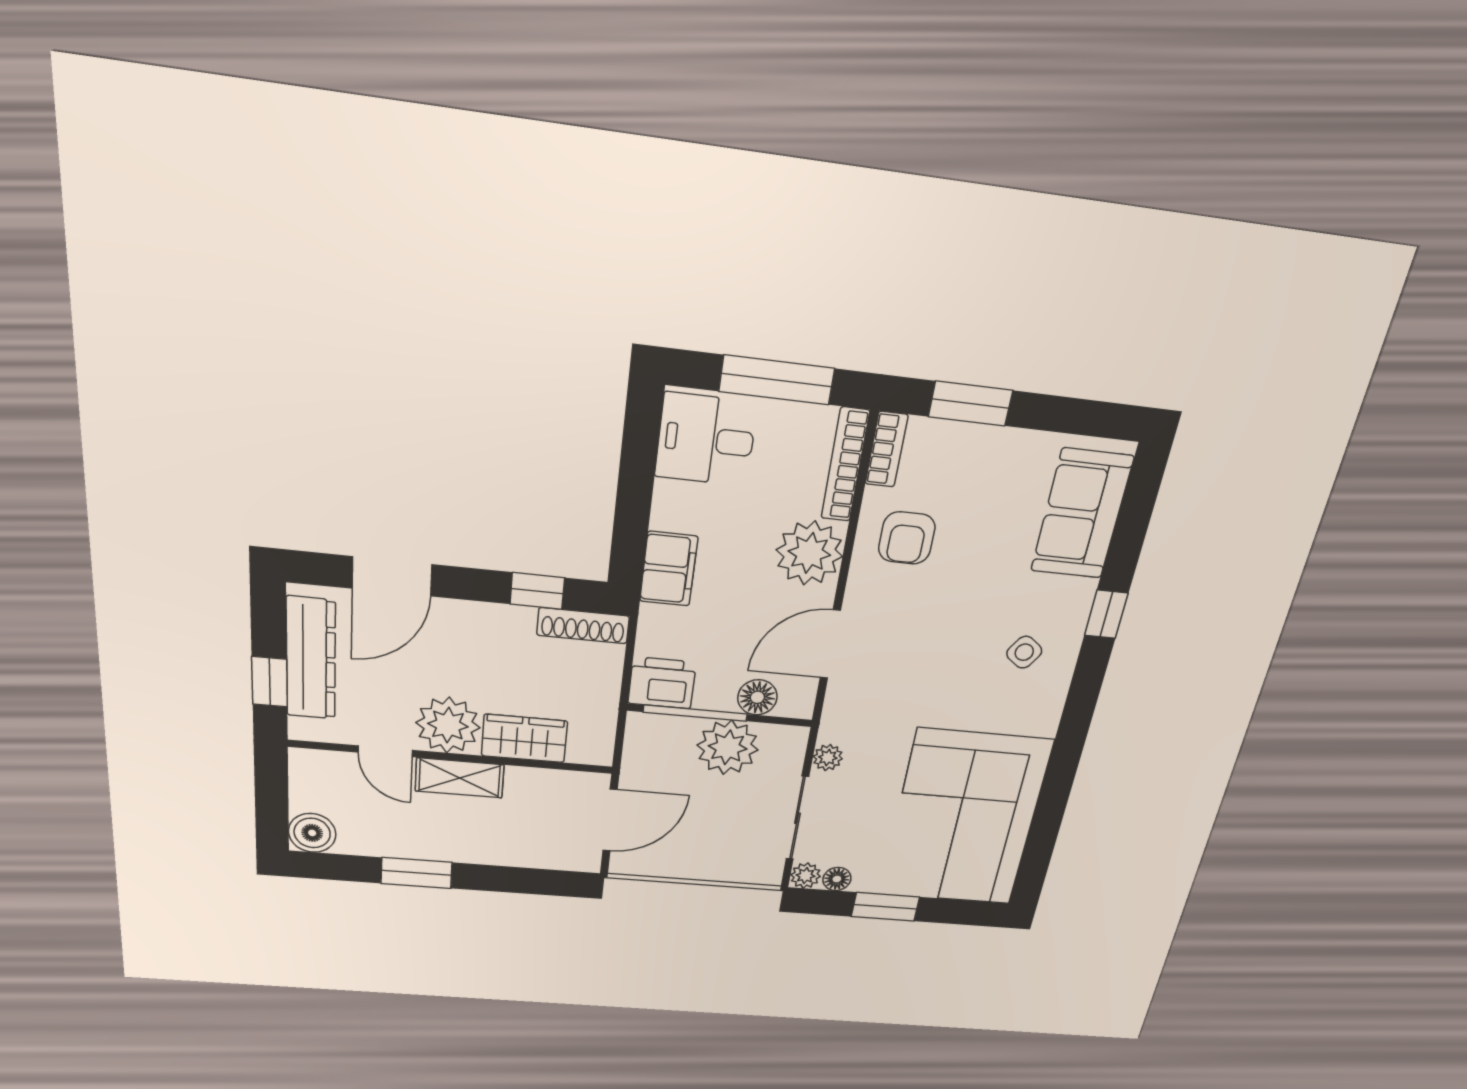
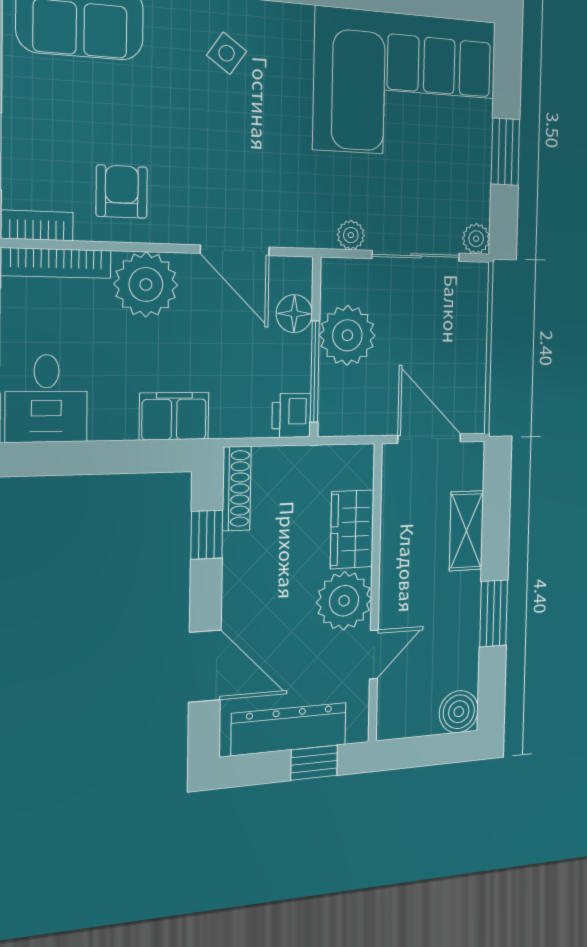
armchair: (907, 538) -> (122, 192), turned -90
printer: (662, 683) -> (291, 415), width x0.73, depth x0.81
shelving: (460, 778) -> (466, 531), moved
floor lamp: (837, 879) -> (478, 206), removed

